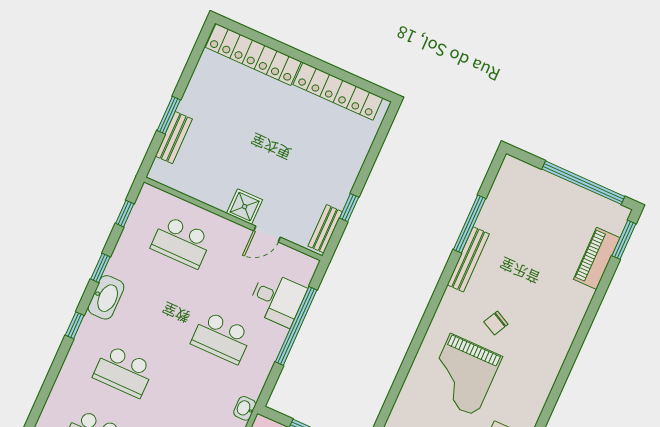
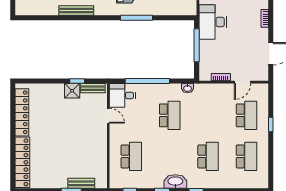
shower: (245, 207) -> (72, 91), moved
window: (469, 224) -> (136, 18), moved
desk: (277, 299) -> (122, 95), moved, turned -90
washbasin: (245, 408) -> (188, 88), moved

